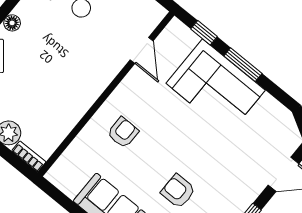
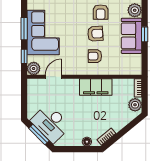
plant: (176, 32) -> (34, 68), added
filing cabinet: (79, 98) -> (96, 87), added
armchair: (154, 159) -> (95, 34), added

